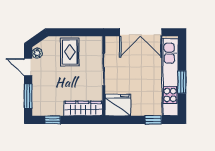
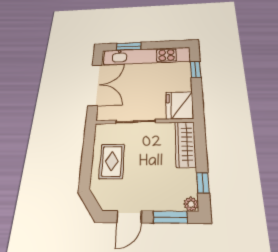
rug: (70, 52) -> (112, 161), turned 90
plant: (37, 53) -> (191, 204), moved
window: (182, 82) -> (129, 46), moved

